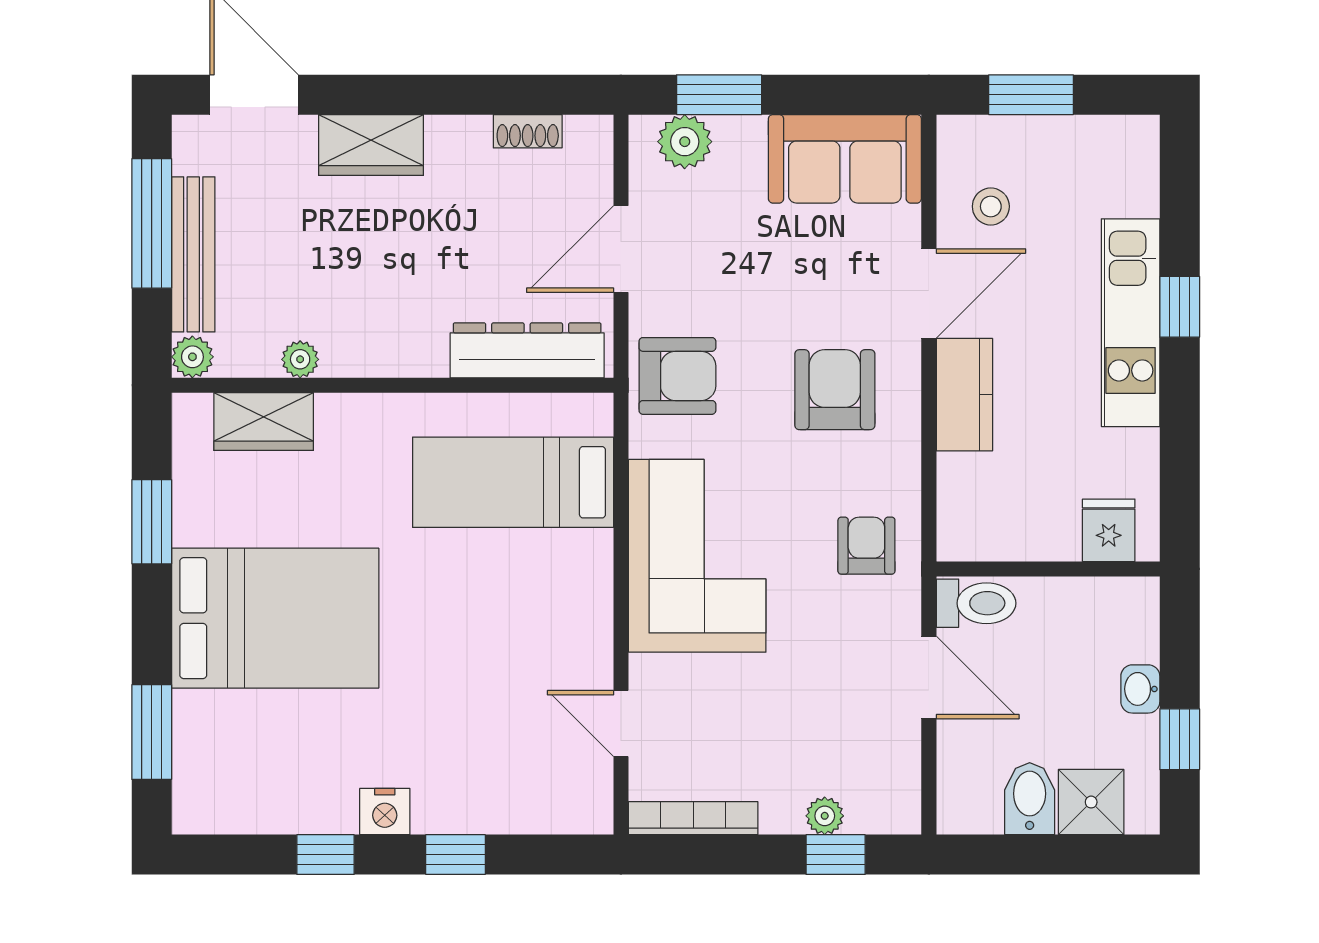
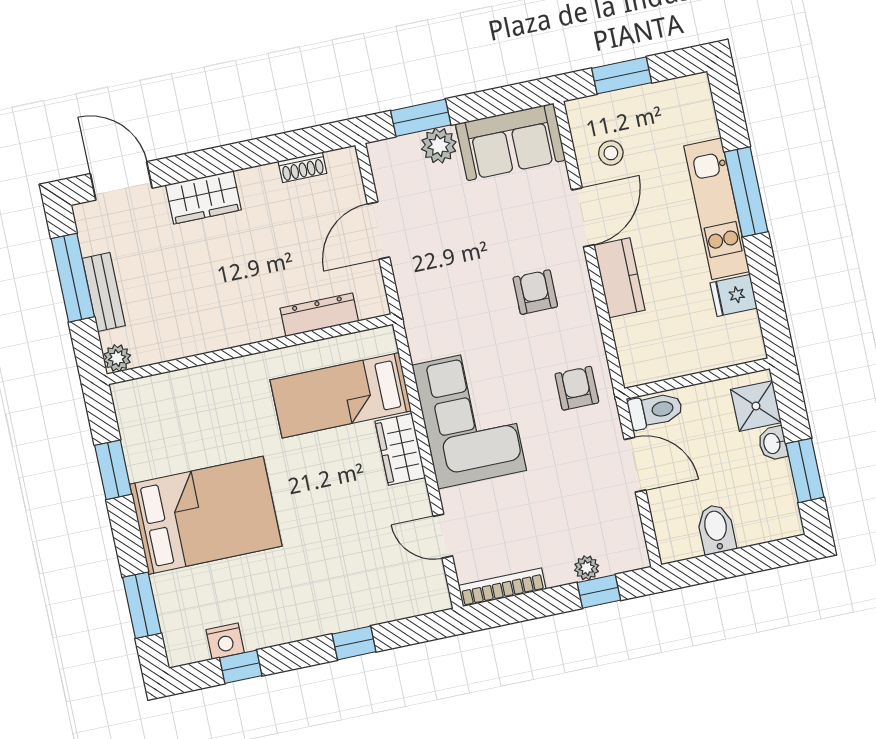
plant: (685, 142) -> (439, 146), moved
bench: (193, 254) -> (104, 292), width x0.73
window: (1180, 307) -> (746, 192), width x2.17
dresser: (527, 350) -> (319, 315), width x0.73, depth x0.80
plant: (300, 359) -> (187, 345), removed
armchair: (677, 376) -> (432, 305), removed
armchair: (835, 390) -> (535, 292), width x0.72, depth x0.72
wardrobe: (264, 422) -> (400, 449), moved, turned 90
fridge: (1109, 530) -> (734, 295), moved, turned -90
window: (1180, 739) -> (805, 470), width x1.50
shower: (1091, 802) -> (756, 406), moved
nightstand: (385, 812) -> (225, 641), moved
window: (325, 855) -> (241, 667), moved

